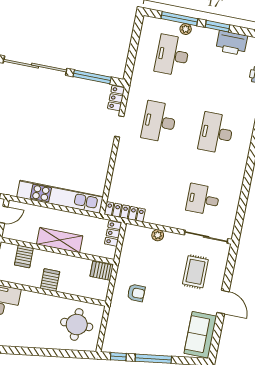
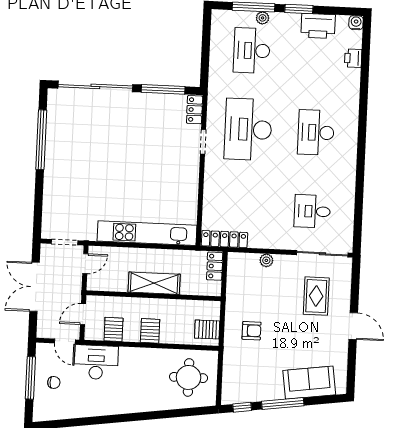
desk: (159, 122) -> (248, 129), width x1.36, depth x1.30
server rack: (24, 257) -> (114, 329), moved, turned 180
server rack: (102, 271) -> (207, 330), moved
sofa: (200, 335) -> (309, 383), moved, turned 82

